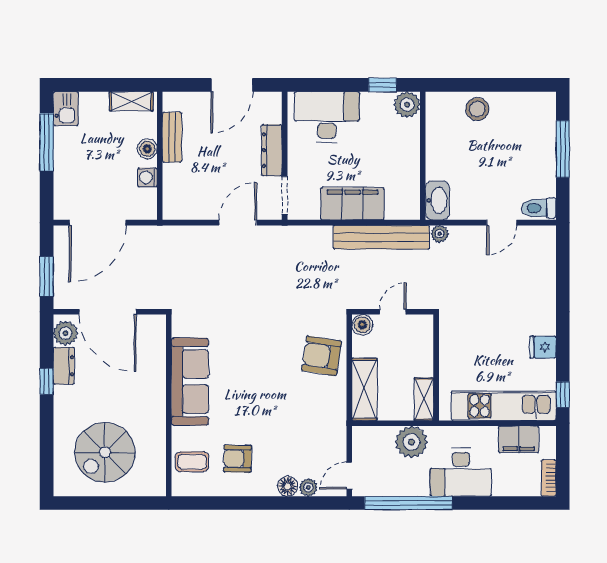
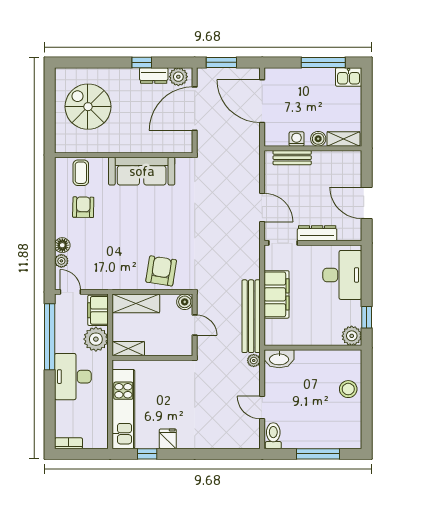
shelving: (131, 101) -> (343, 139), moved, turned 90
bench: (172, 137) -> (292, 158), moved
window: (563, 395) -> (147, 454), moved
filing cabinet: (519, 439) -> (98, 310), moved

